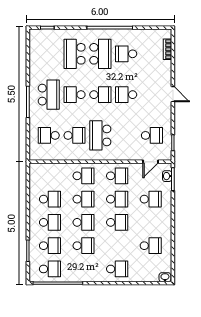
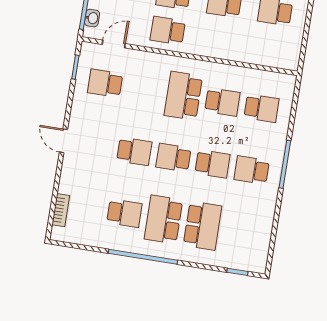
school desk: (49, 95) -> (252, 170), width x0.54
school desk: (75, 135) -> (222, 102), turned 180
school desk: (100, 135) -> (183, 96), turned 180
school desk: (84, 176) -> (219, 39), removed

